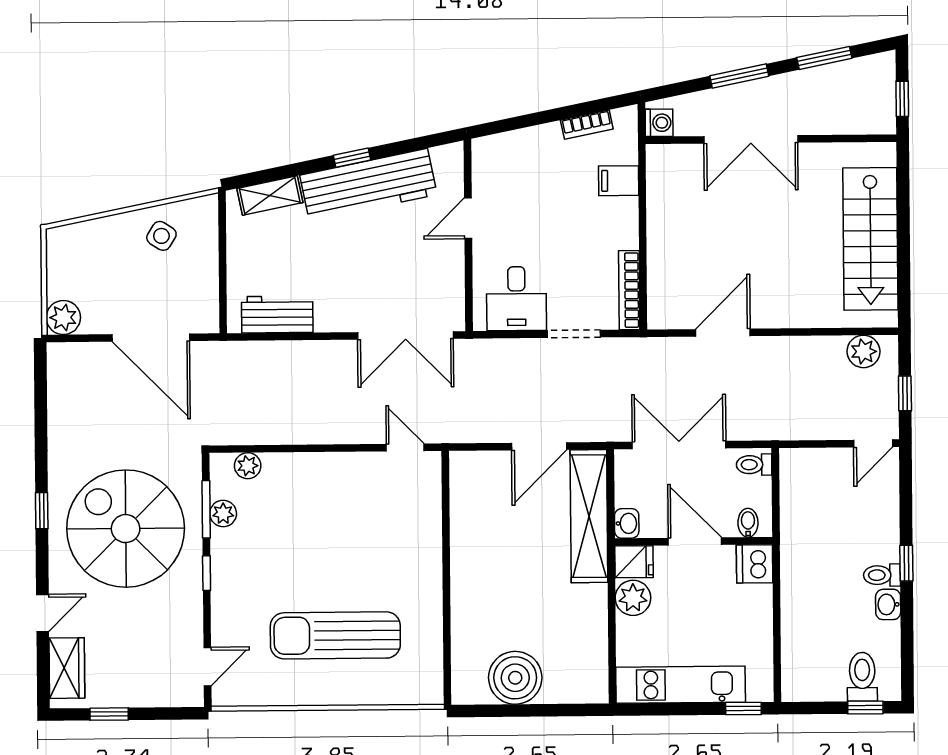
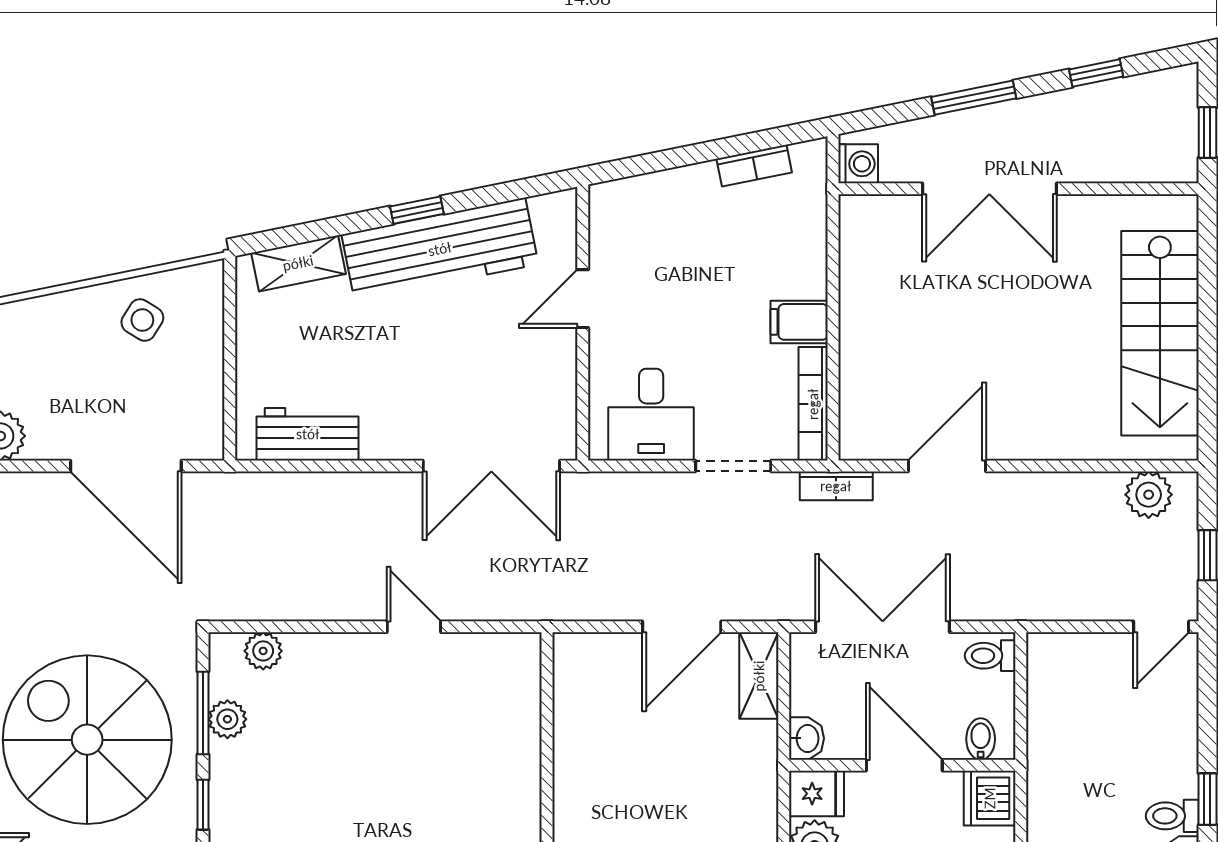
window: (824, 58) -> (1096, 73), width x0.67
filing cabinet: (619, 181) -> (799, 322), moved
bookcase: (646, 347) -> (836, 486), added
door: (405, 447) -> (414, 627), moved
shelving: (589, 516) -> (759, 676), width x0.45, depth x0.75

